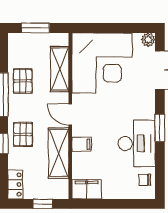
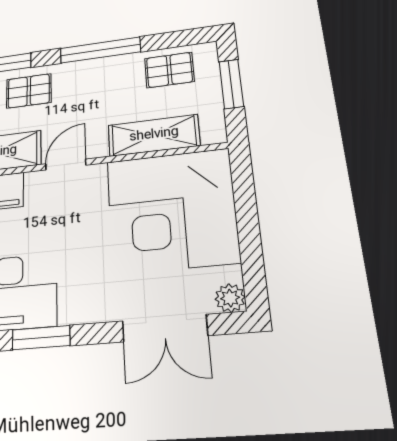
pallet: (23, 81) -> (169, 70), moved

